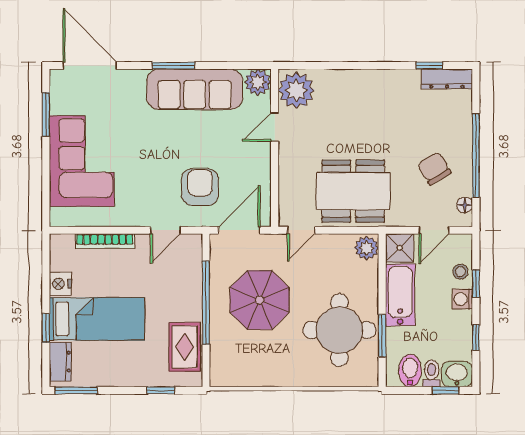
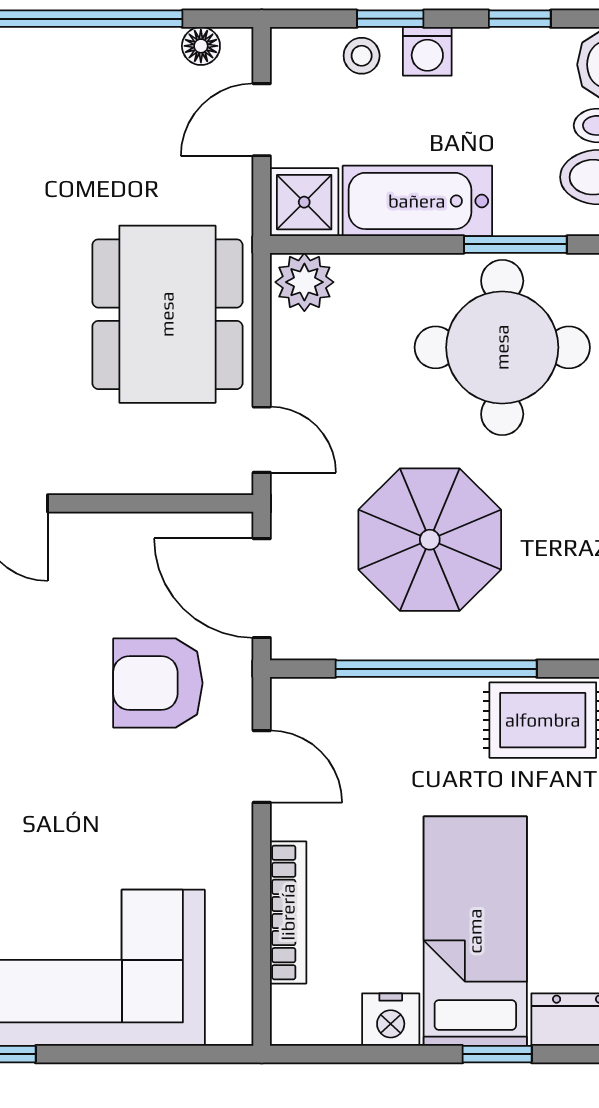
chair: (434, 169) -> (113, 119), removed
door: (434, 230) -> (262, 120), swing flipped

